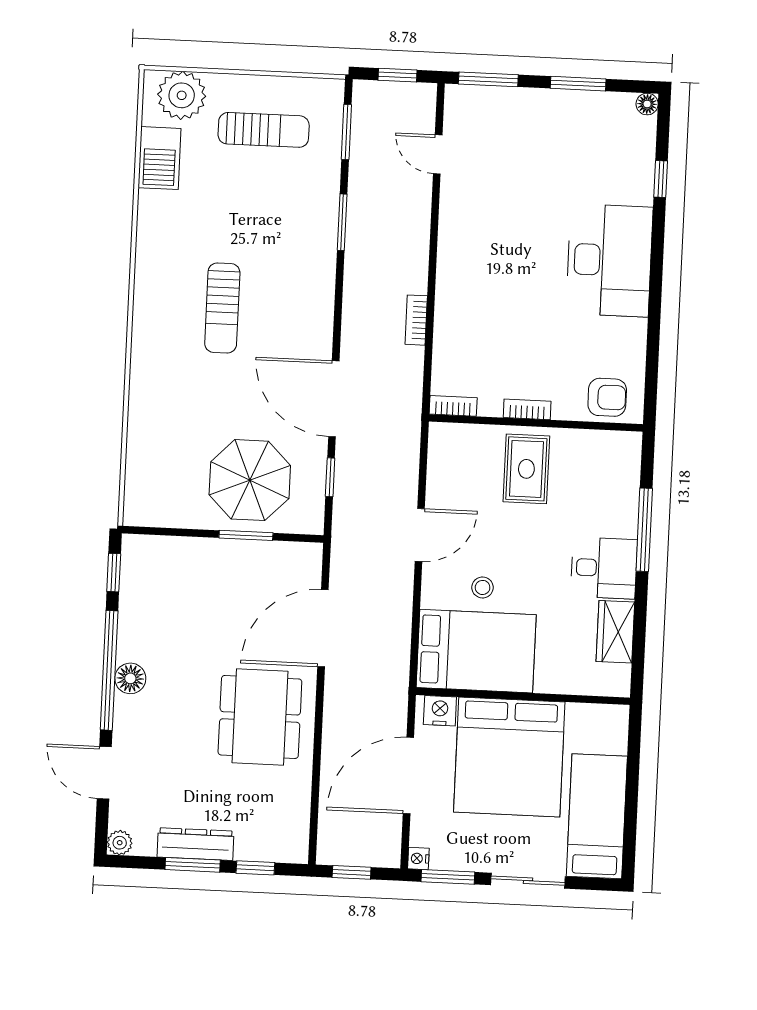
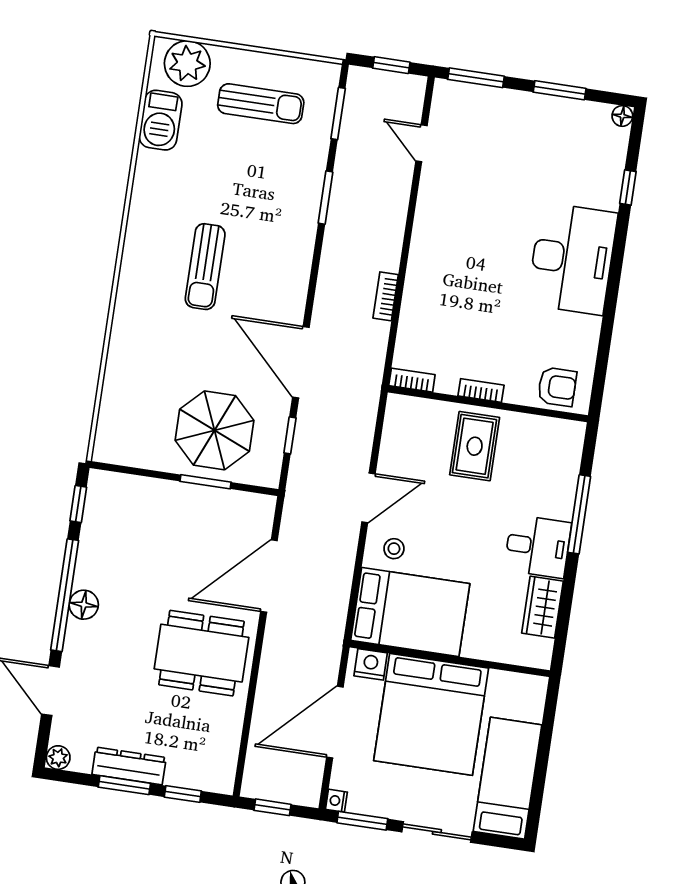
stool: (483, 587) -> (394, 549), moved
dining table: (260, 717) -> (201, 653), turned 90

